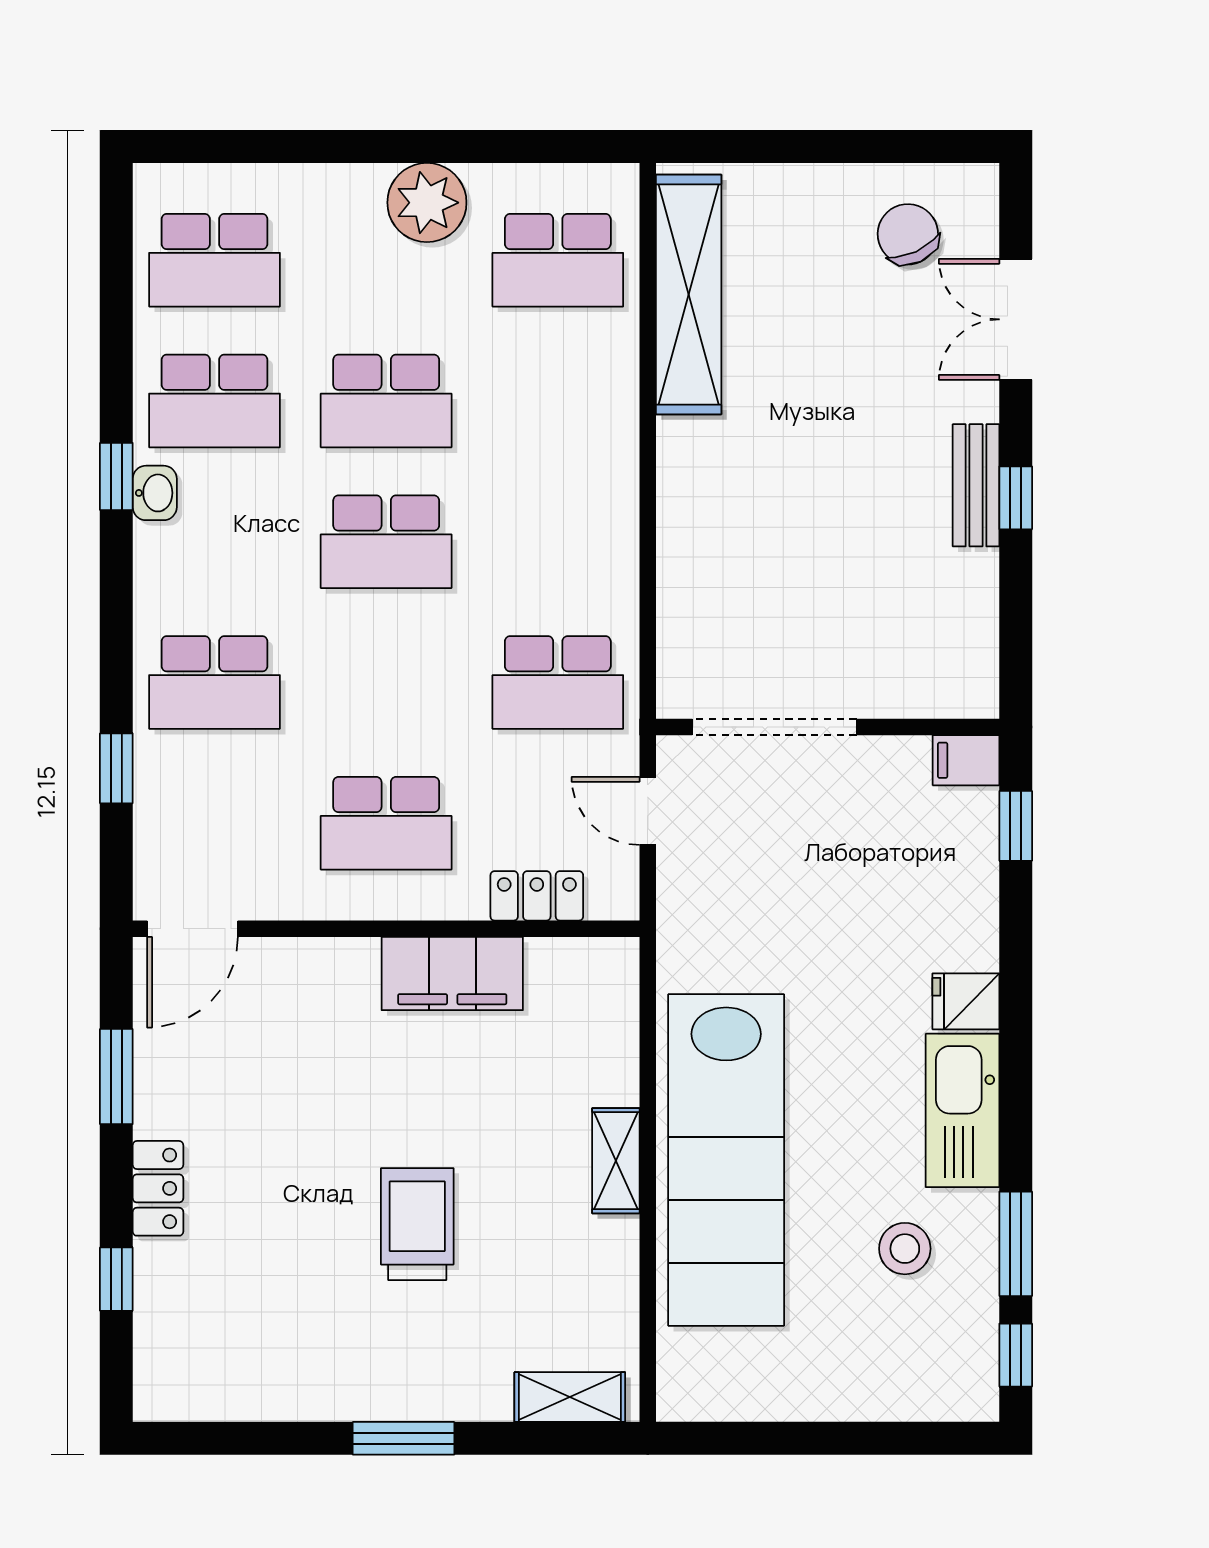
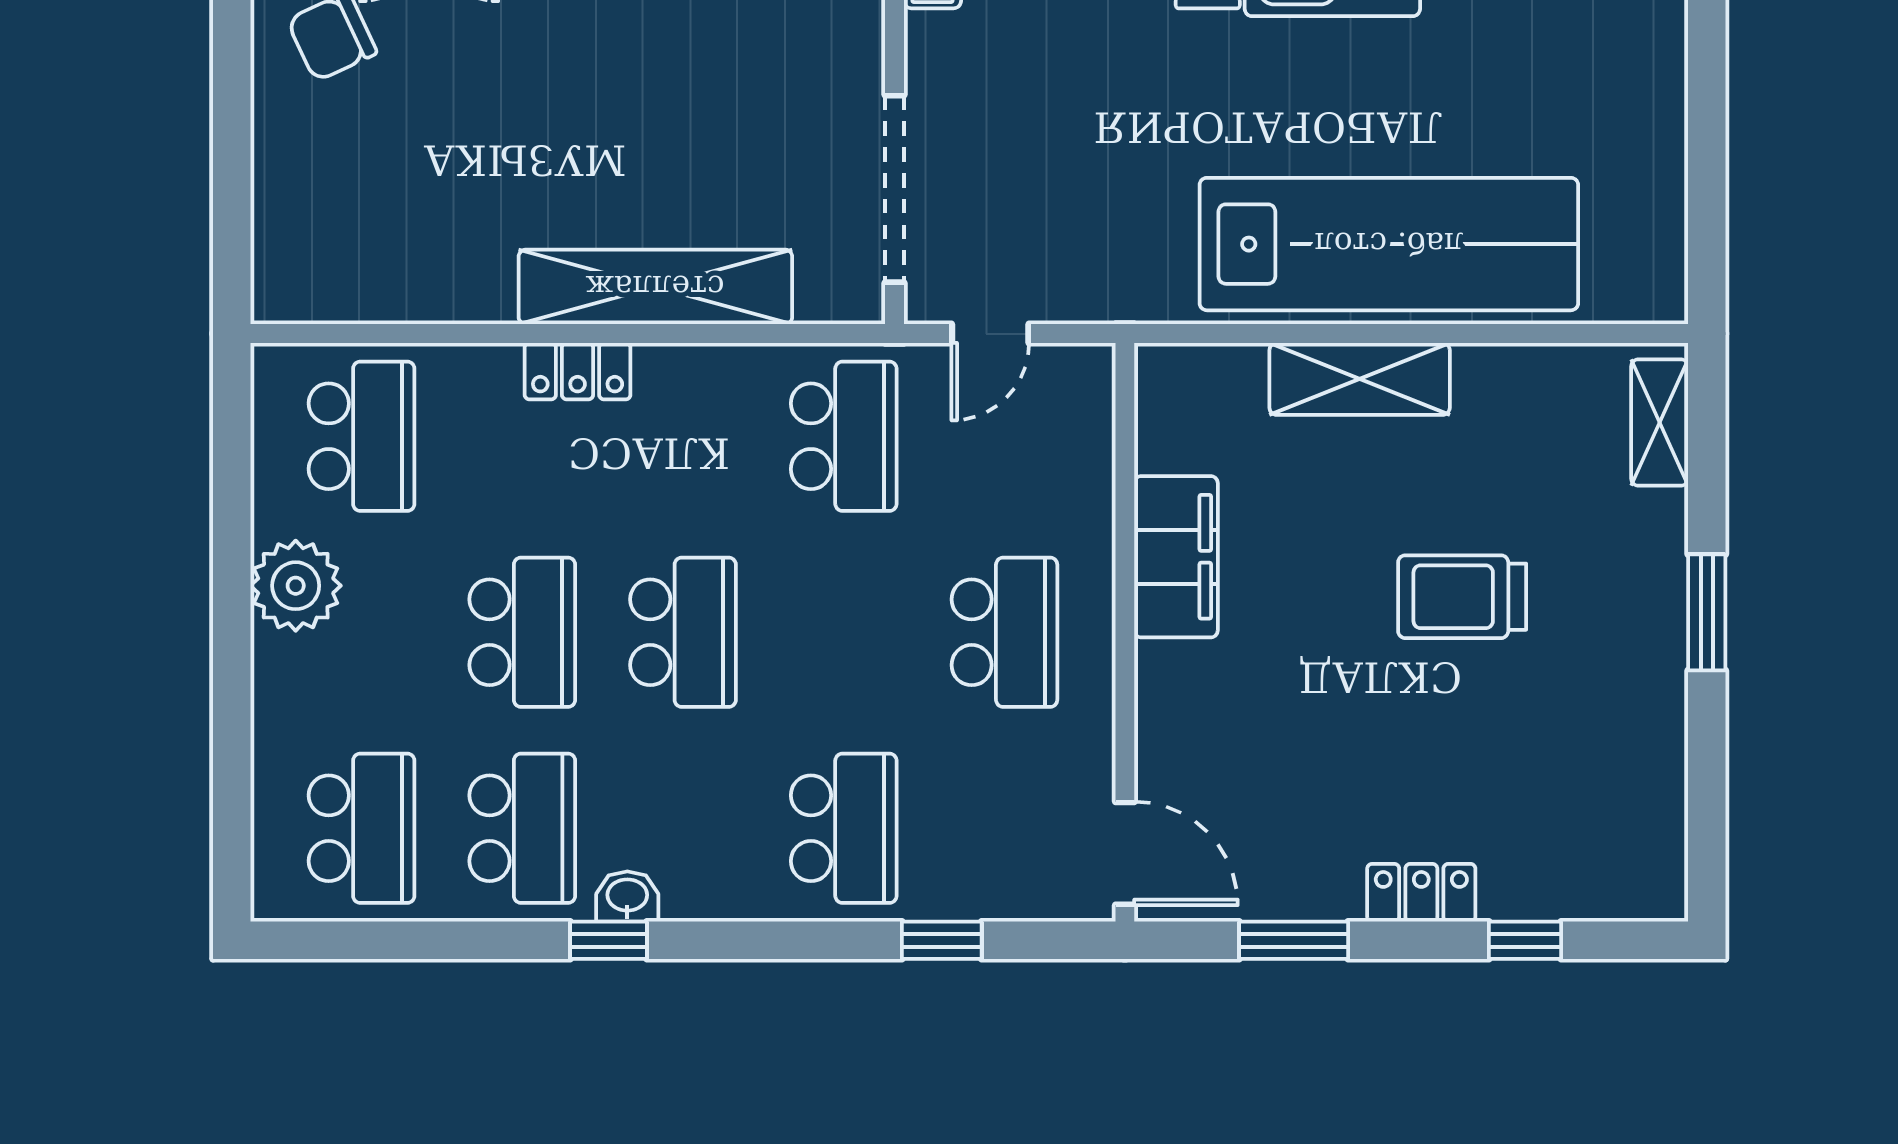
shelving: (689, 294) -> (655, 287), moved
locker: (537, 896) -> (578, 371), moved, turned -90
shelving: (616, 1161) -> (1360, 379), width x1.50, depth x1.33
stool: (905, 1249) -> (1490, 40), removed

